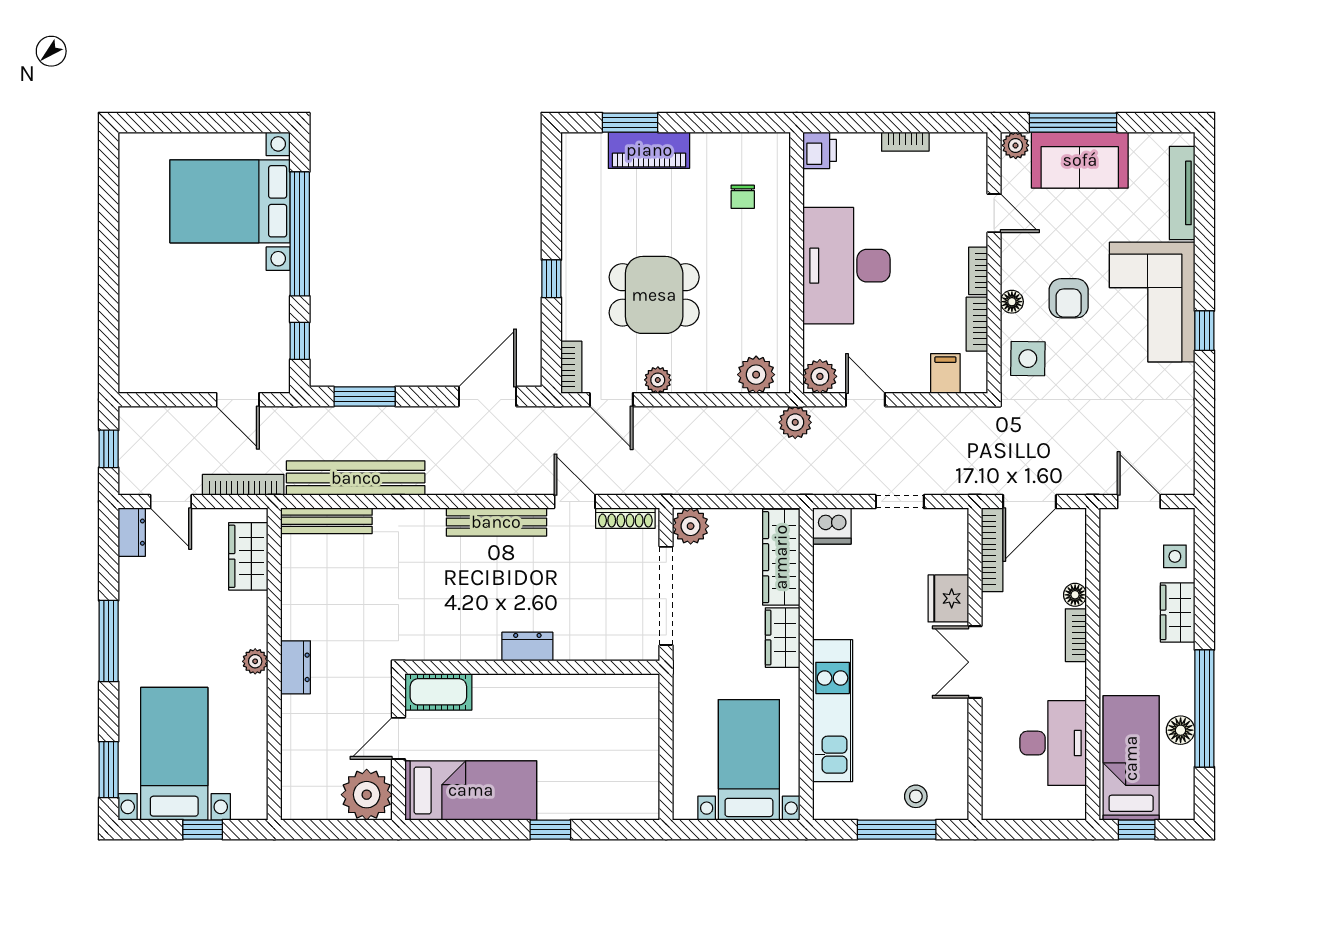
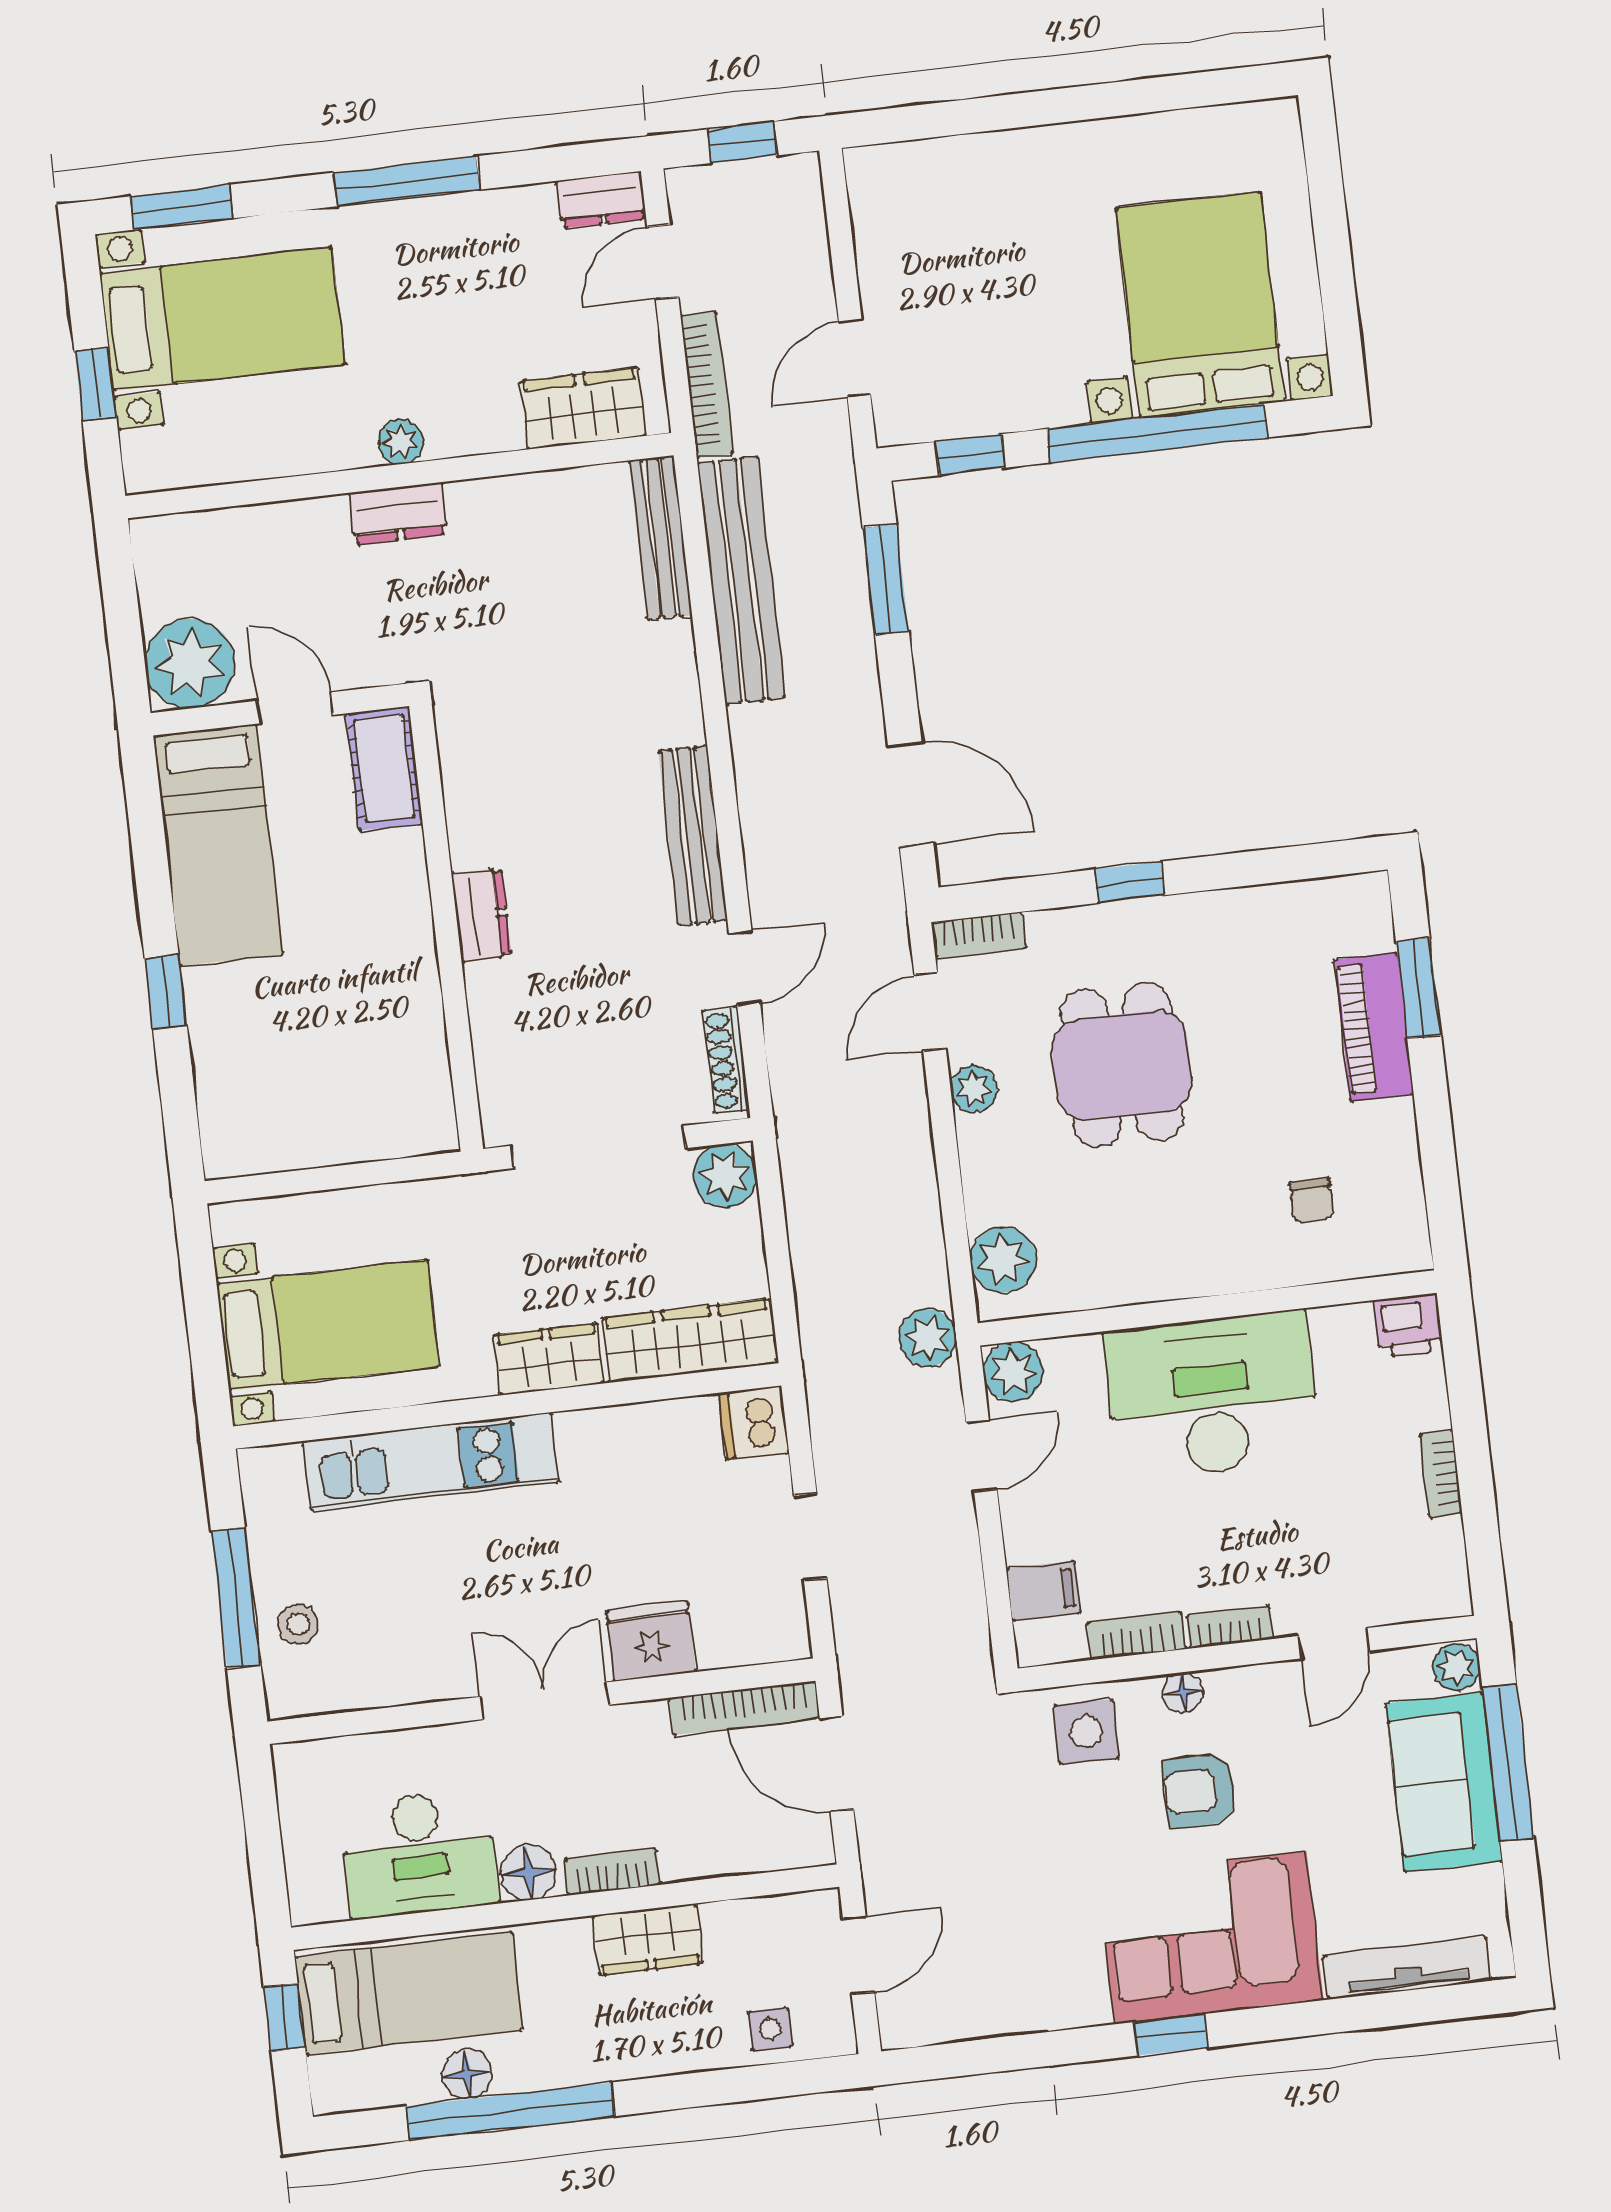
chair: (743, 197) -> (1312, 1200), turned -90
floor lamp: (1075, 595) -> (529, 1872), moved, width x1.37, depth x1.37
wardrobe: (1178, 612) -> (648, 1939), moved, turned 180

